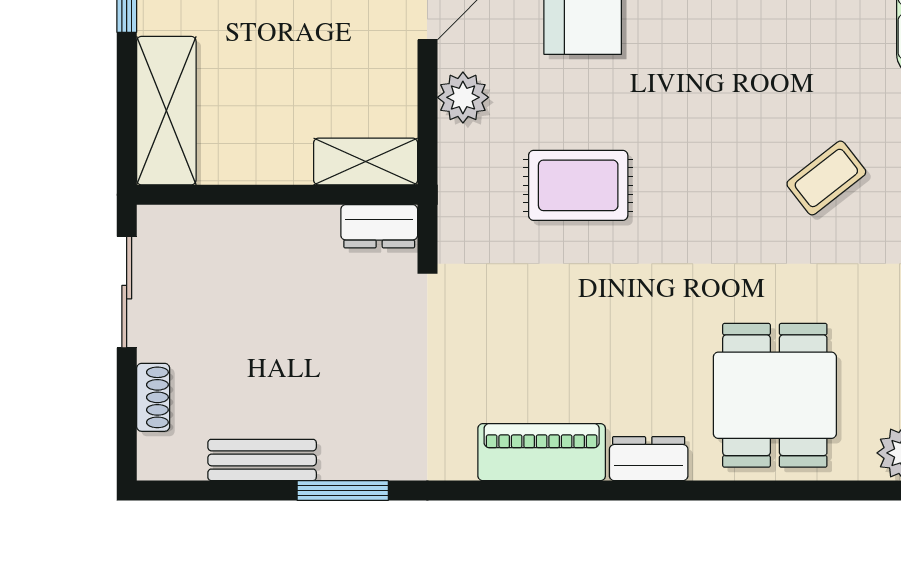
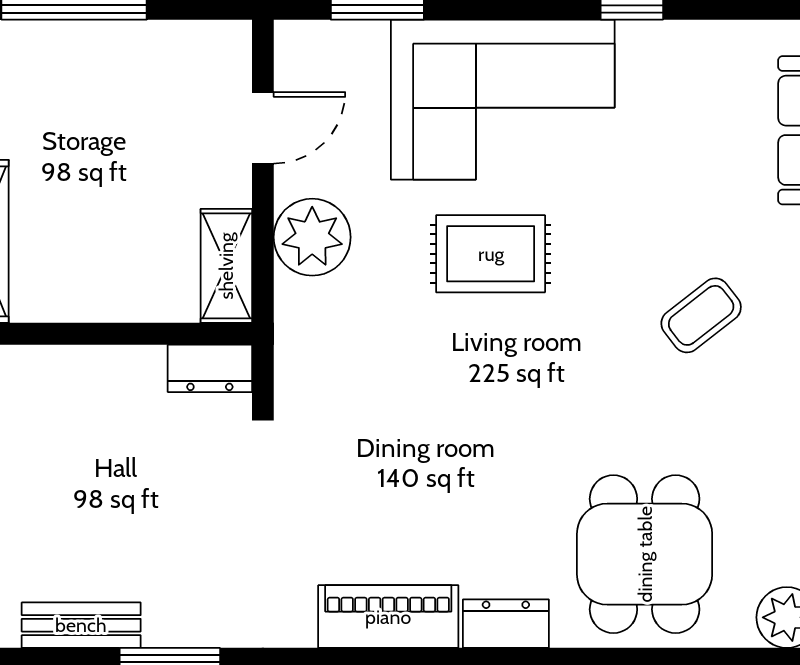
plant: (463, 97) -> (312, 237), width x1.36, depth x1.36
shelving: (366, 162) -> (226, 266), moved, turned 90
rug: (578, 185) -> (491, 254), moved

